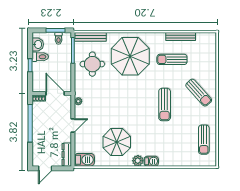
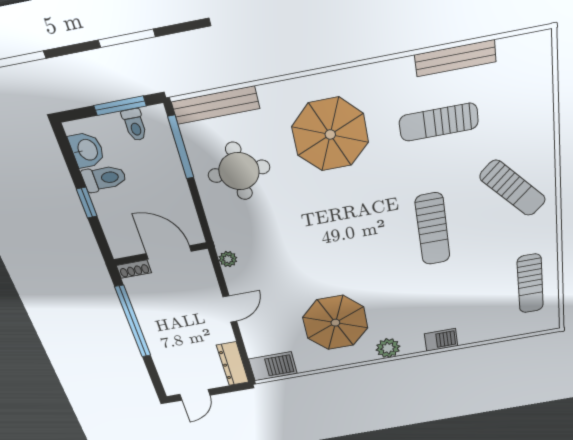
parasol: (130, 56) -> (330, 134), width x0.73, depth x0.73
barbecue: (151, 161) -> (441, 340), moved

